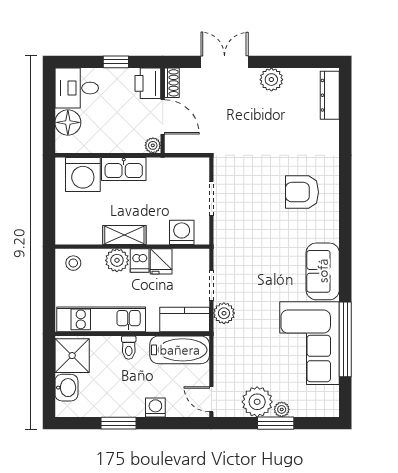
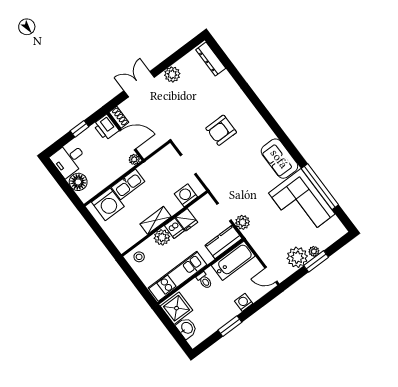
armchair: (302, 192) -> (221, 130), moved

